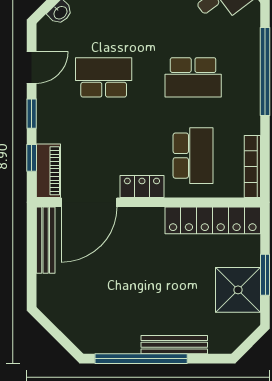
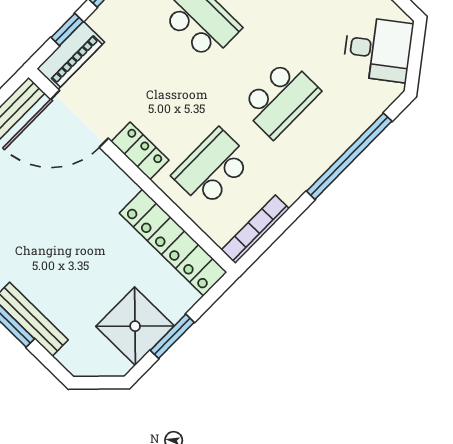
school desk: (193, 77) -> (280, 99), turned -90
school desk: (193, 156) -> (212, 168), turned 180

